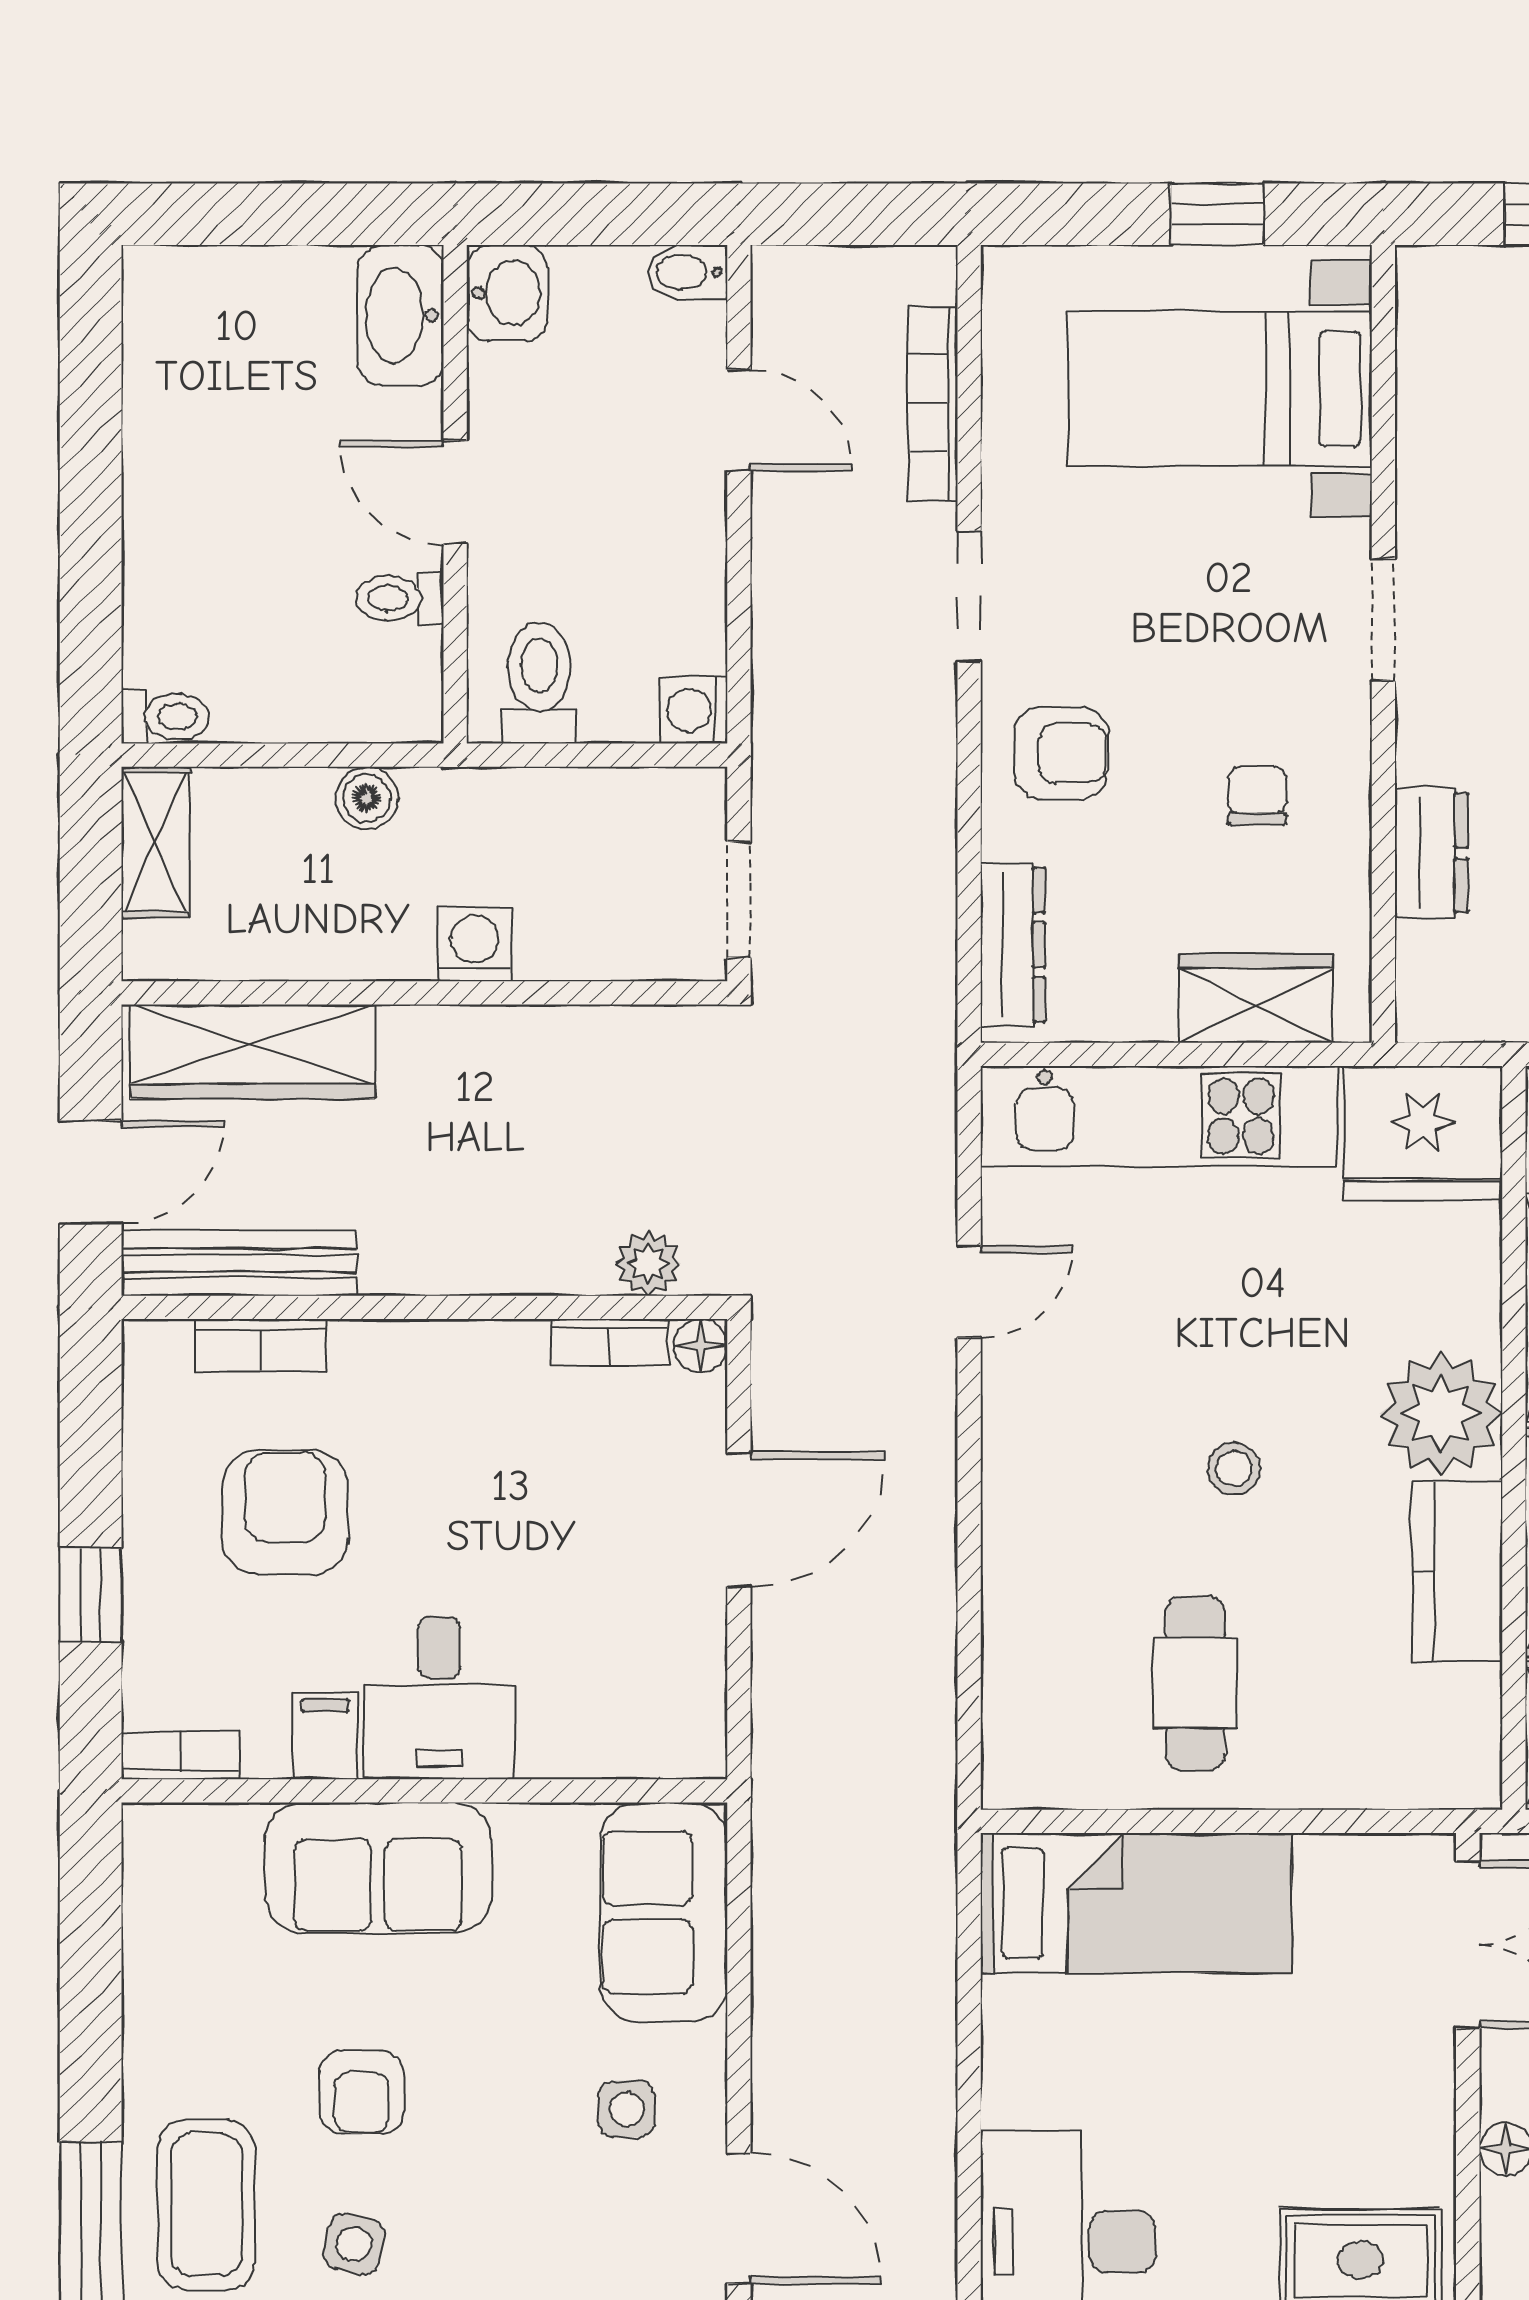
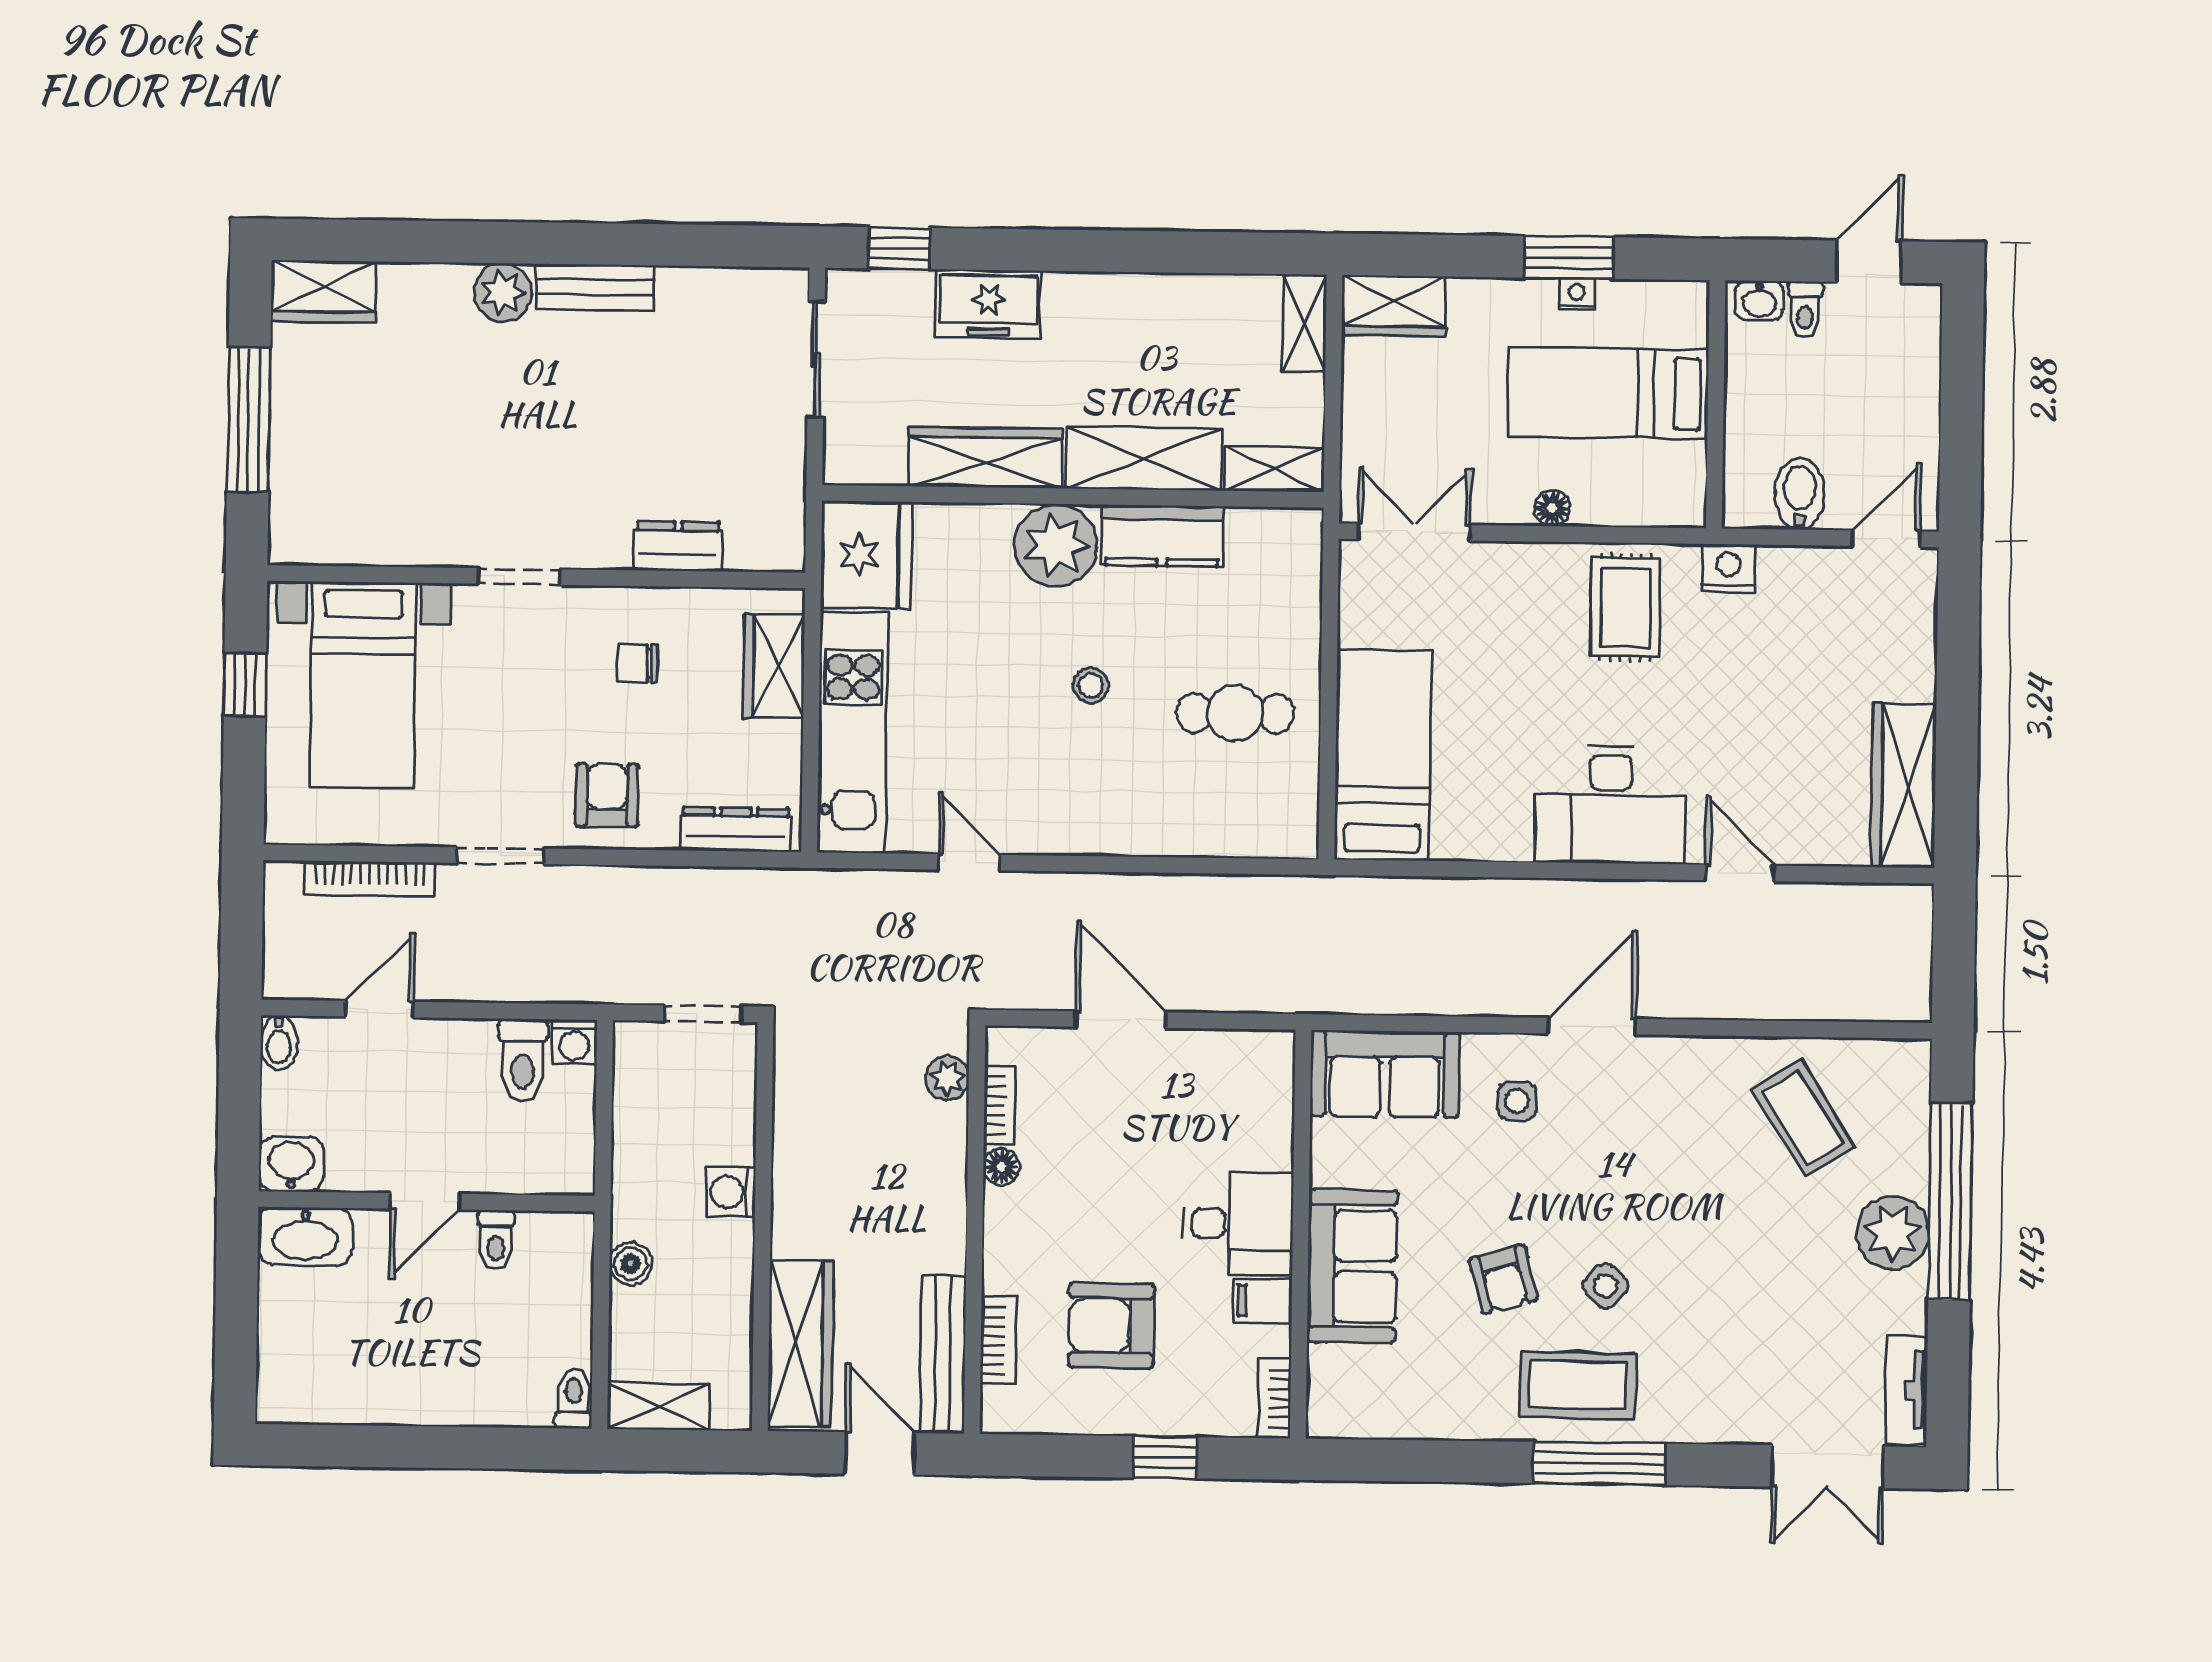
toilet: (539, 683) -> (522, 1060), moved, turned -90
floor lamp: (701, 1346) -> (1001, 1167), moved
armchair: (362, 2092) -> (1503, 1279), turned 75
side table: (354, 2244) -> (1605, 1286), turned 32

